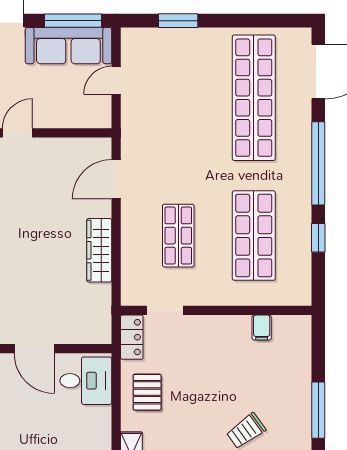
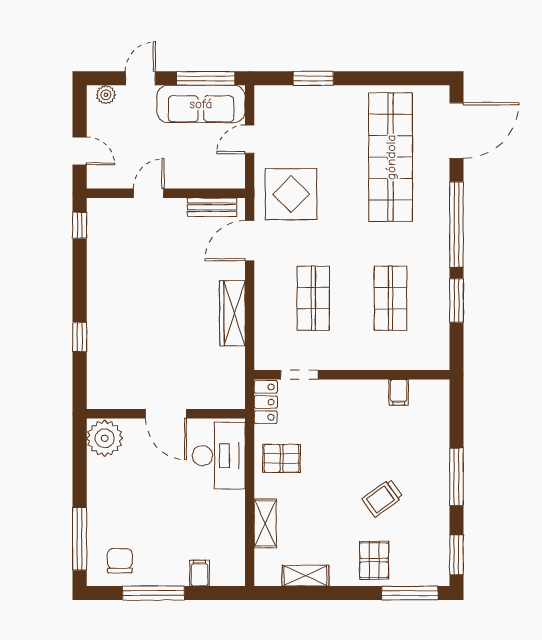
display table: (156, 134) -> (291, 194), added
bench: (79, 147) -> (212, 207), added
shop shelf: (254, 236) -> (391, 298), width x0.70, depth x0.74
window: (318, 238) -> (456, 300), width x1.50
desk: (86, 381) -> (219, 456), width x1.37
pallet: (147, 392) -> (281, 458), turned 90

